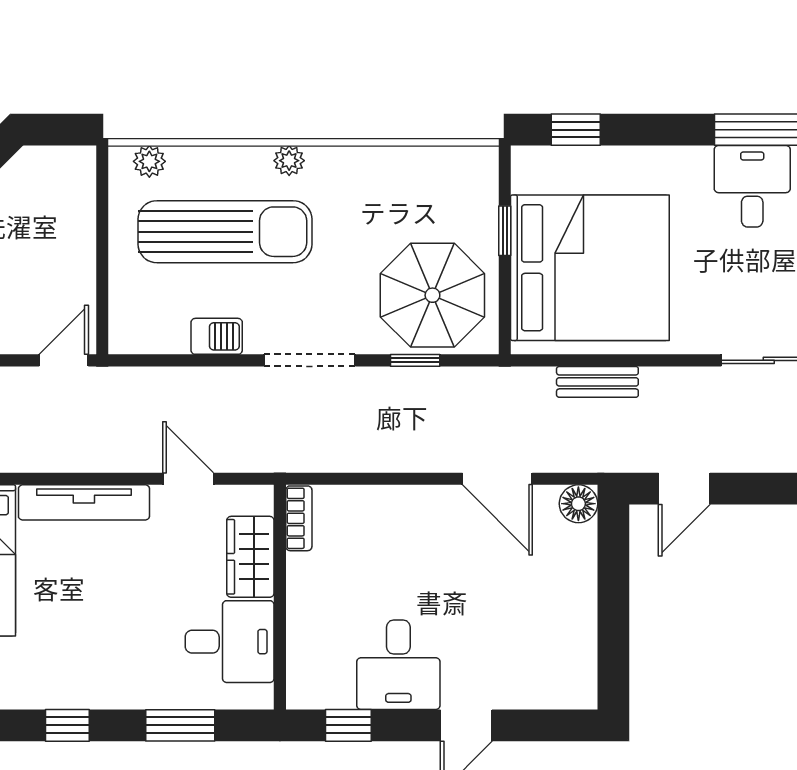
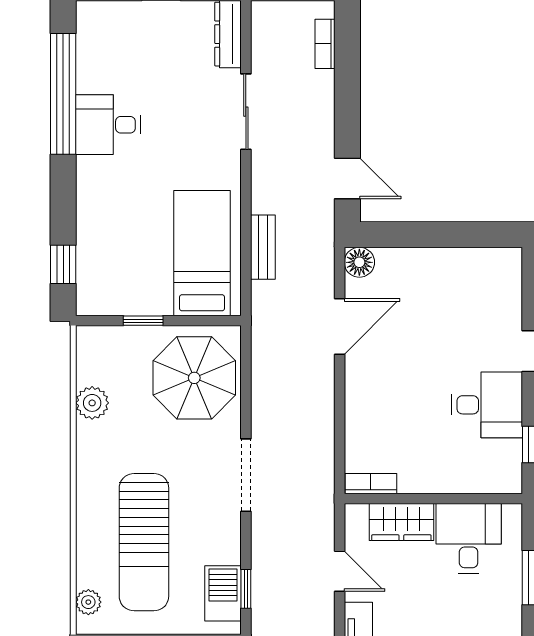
plant: (289, 161) -> (92, 403), moved, width x1.38, depth x1.38
sun lounger: (225, 232) -> (144, 542), turned 180
bed: (590, 268) -> (202, 253), width x0.49
barbecue: (217, 336) -> (223, 593), moved, width x1.38, depth x1.27
window: (415, 360) -> (246, 589), moved
door: (188, 479) -> (340, 571), swing flipped

